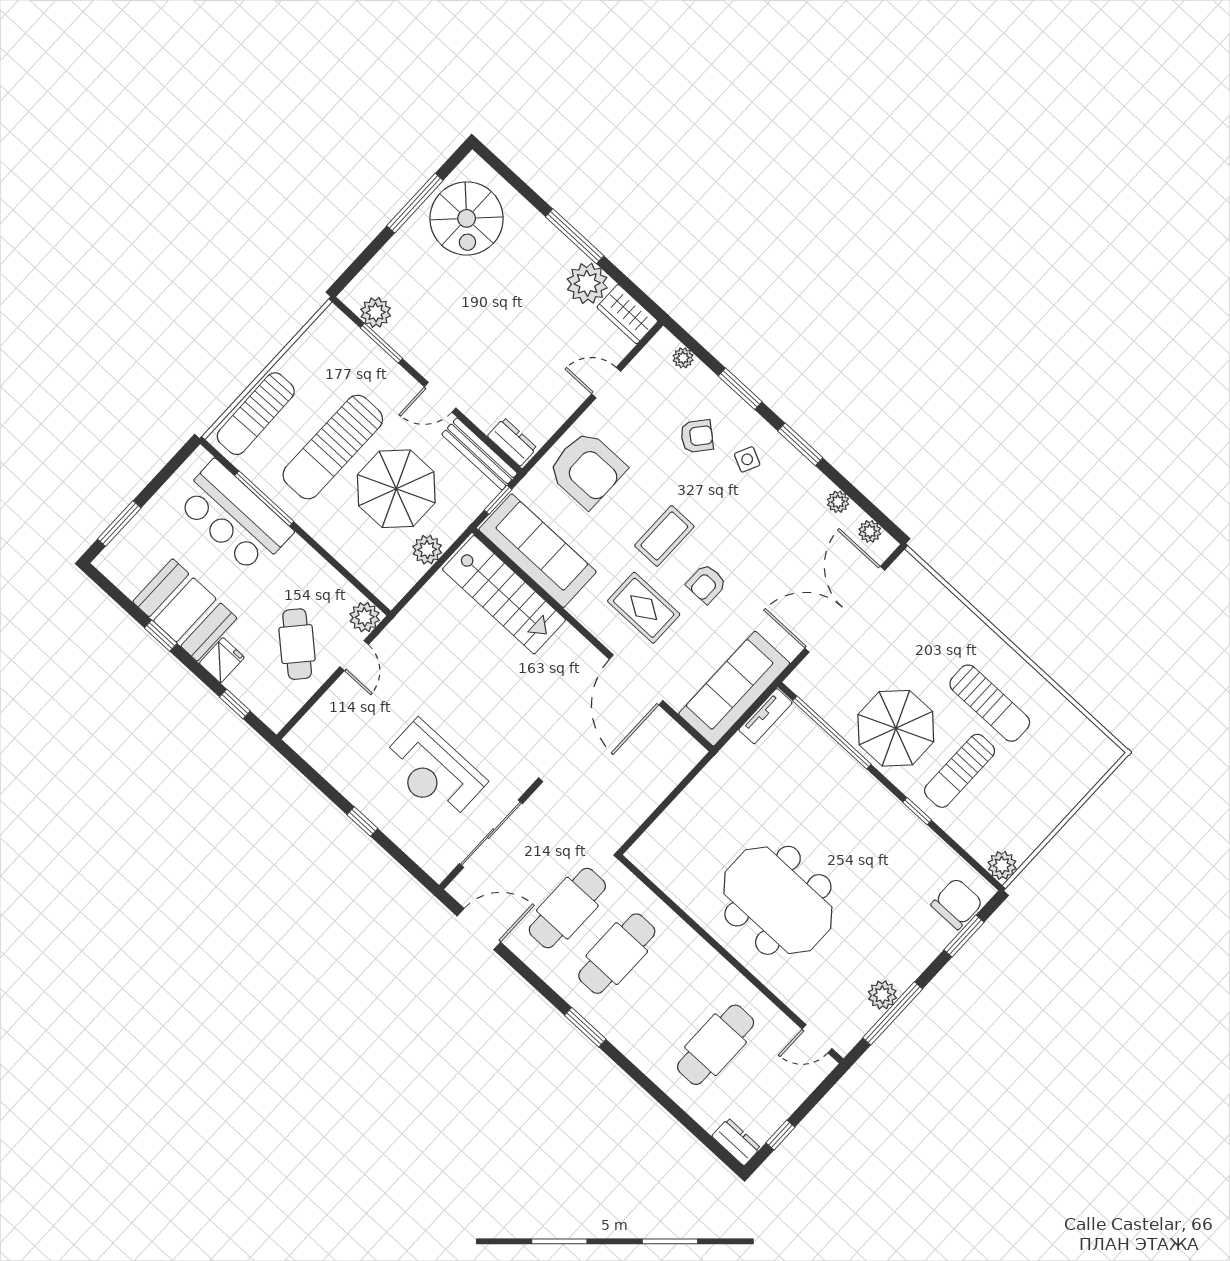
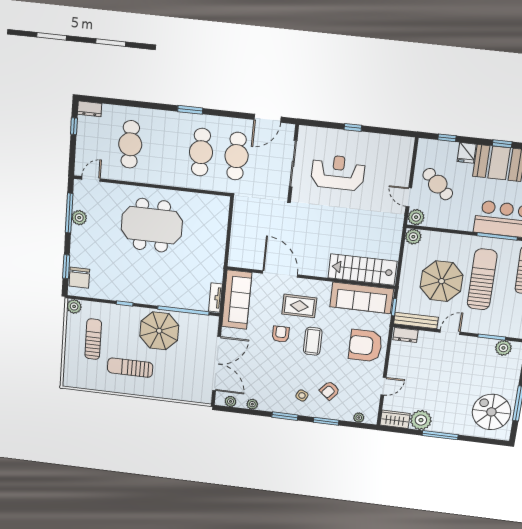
plant: (427, 550) -> (413, 237), moved
sun lounger: (960, 771) -> (93, 339), moved

